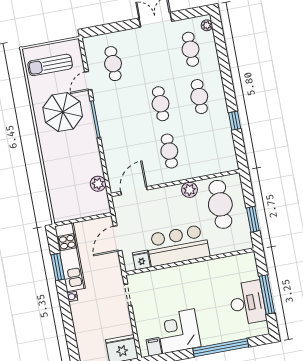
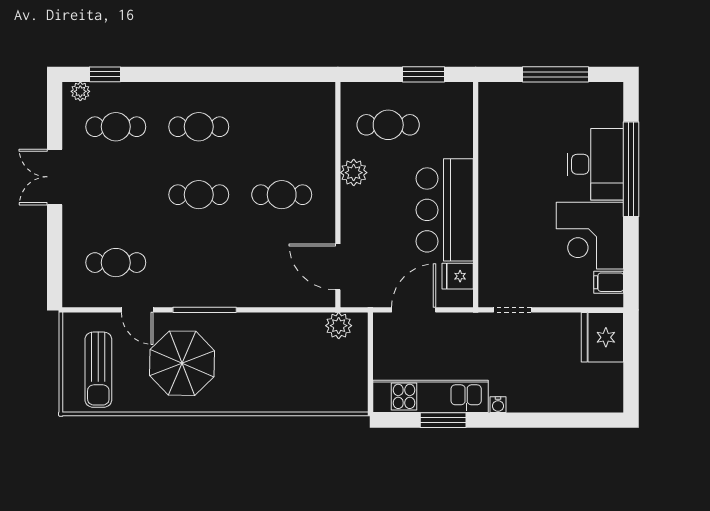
window: (235, 121) -> (105, 74), moved
plant: (98, 184) -> (339, 326), moved
cafe table: (220, 204) -> (388, 125), width x0.73, depth x0.74
door: (118, 238) -> (414, 310), swing flipped
desk: (247, 303) -> (595, 164), moved, turned 90

